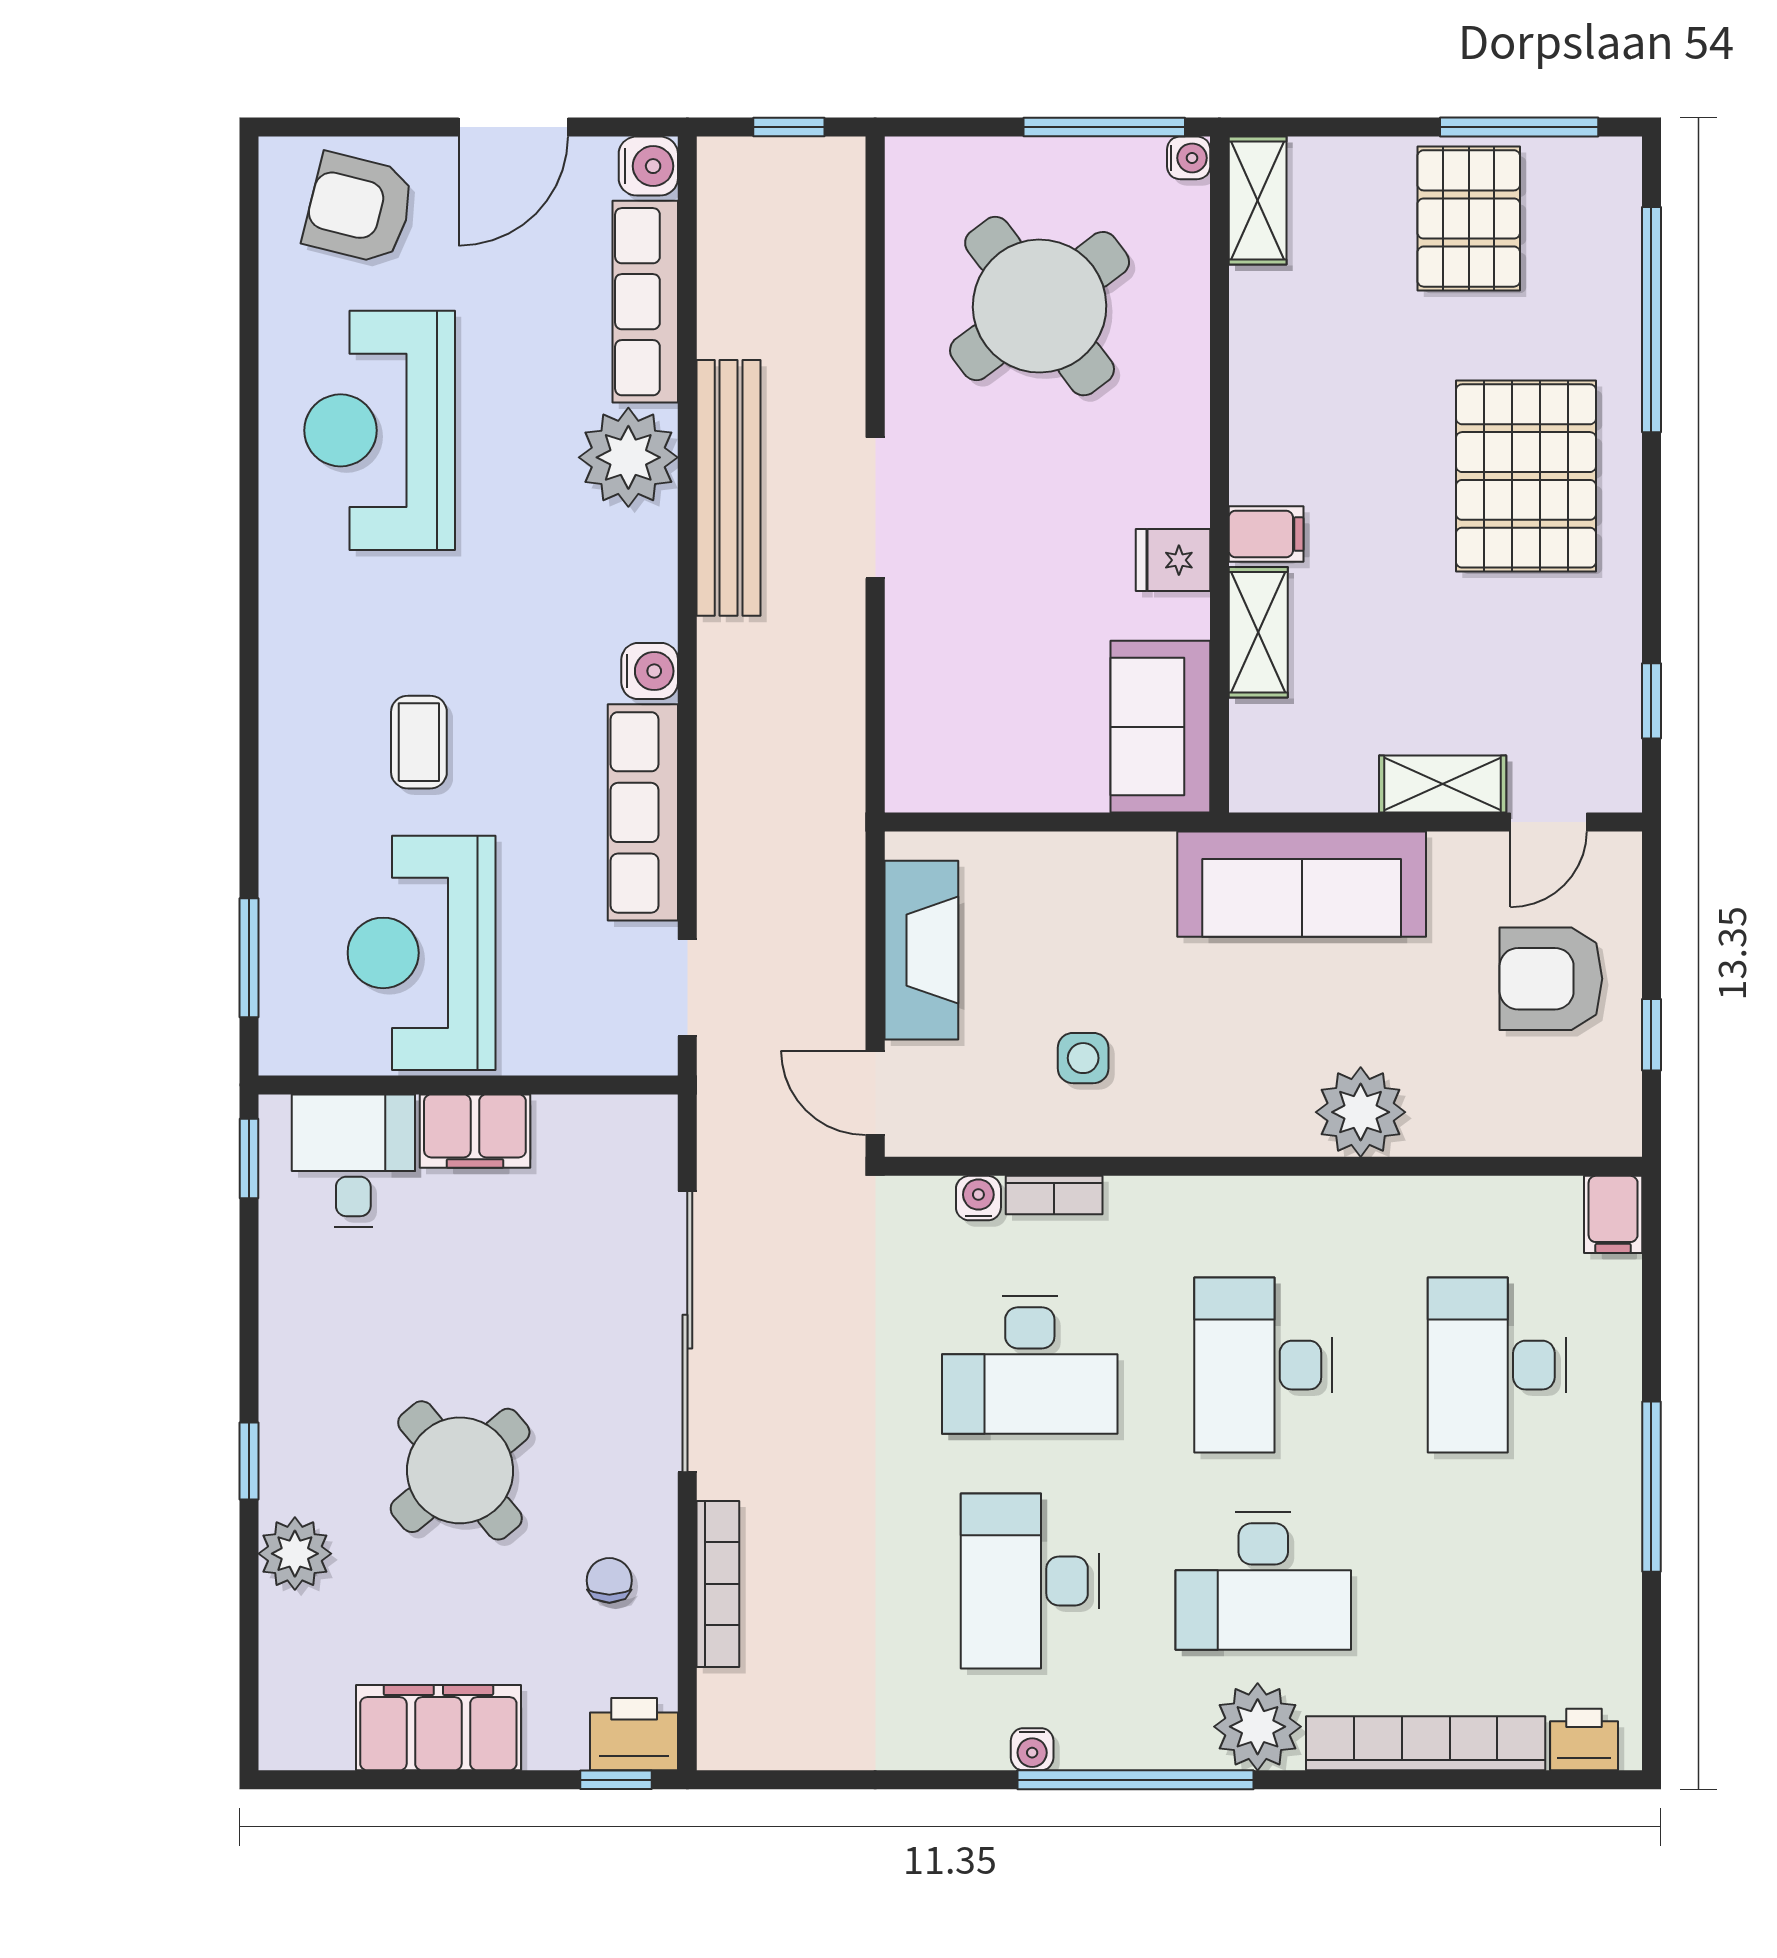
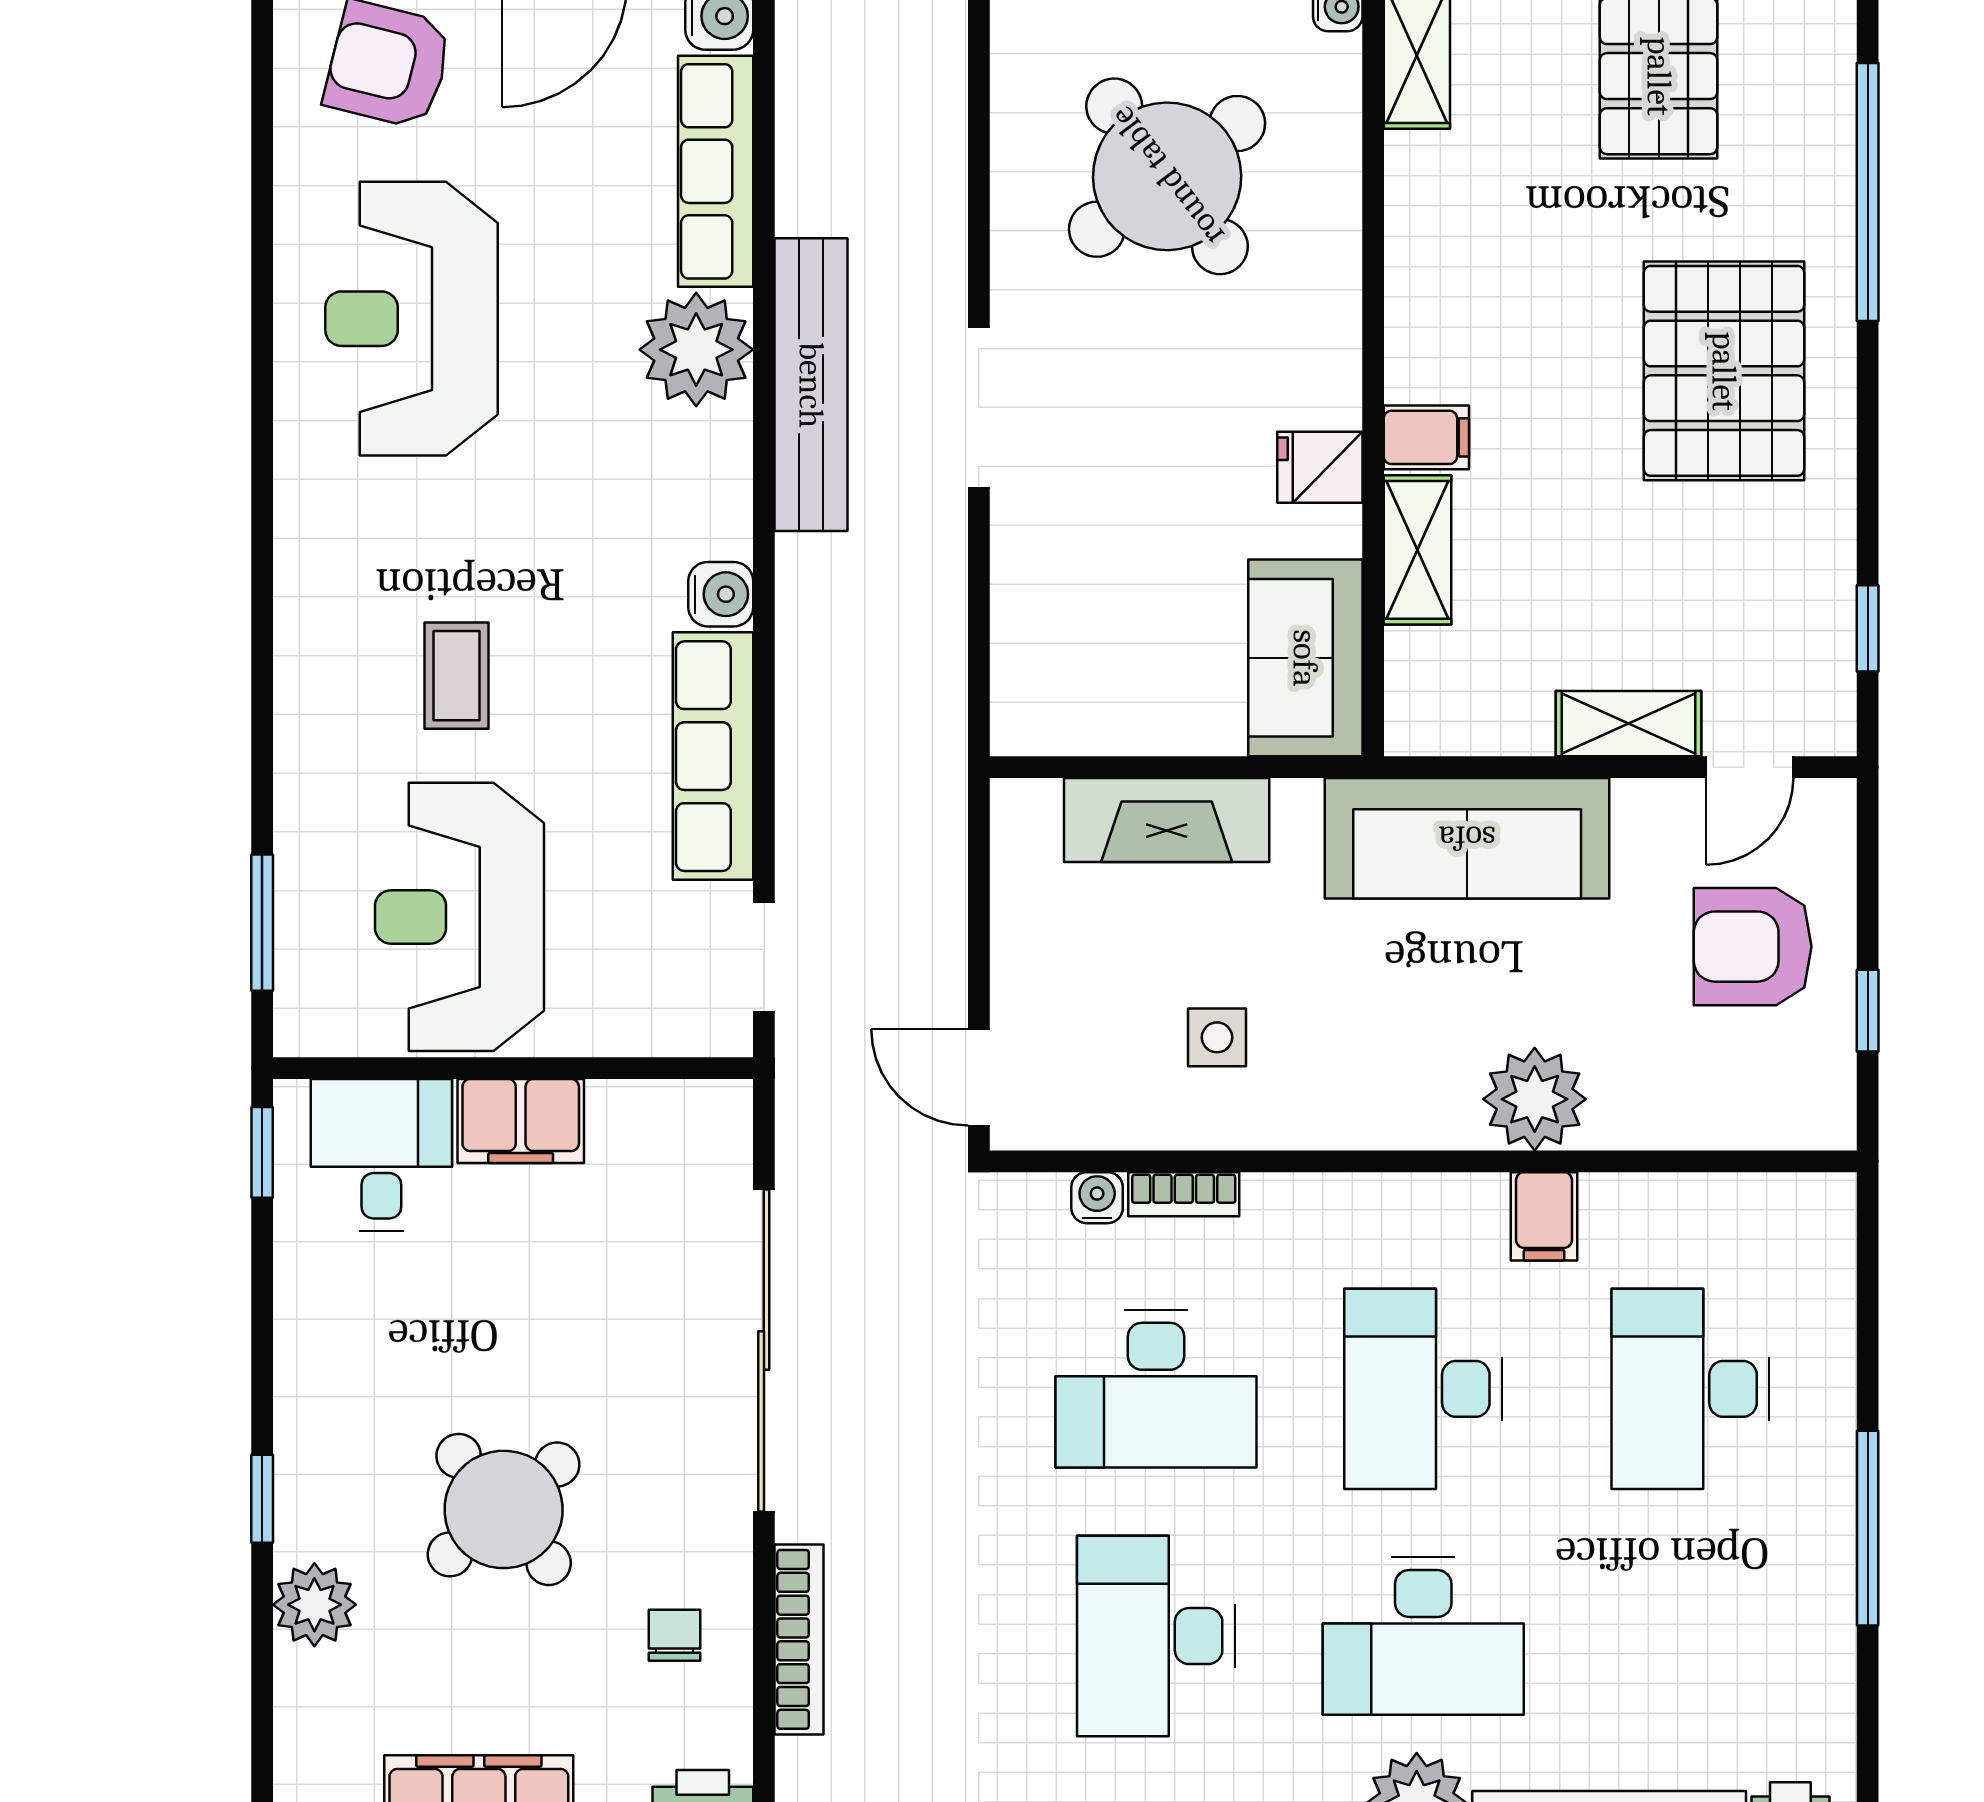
fireplace: (921, 950) -> (1167, 820), moved, turned 90
filing cabinet: (1613, 1214) -> (1544, 1216), moved

